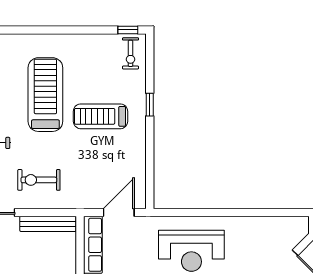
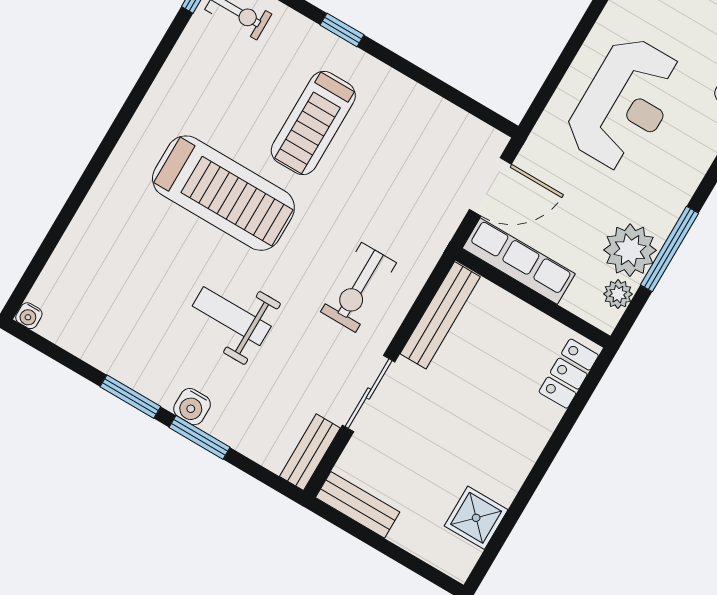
treadmill: (45, 95) -> (223, 193), turned 180
door: (119, 212) -> (490, 187), swing flipped

